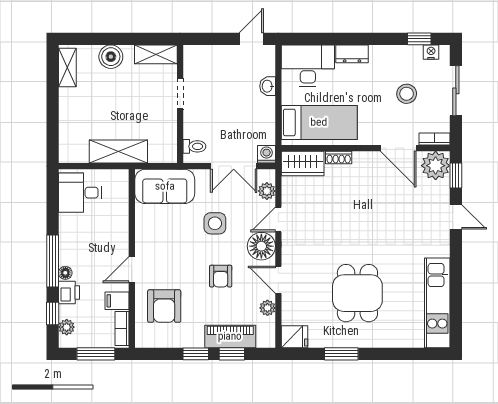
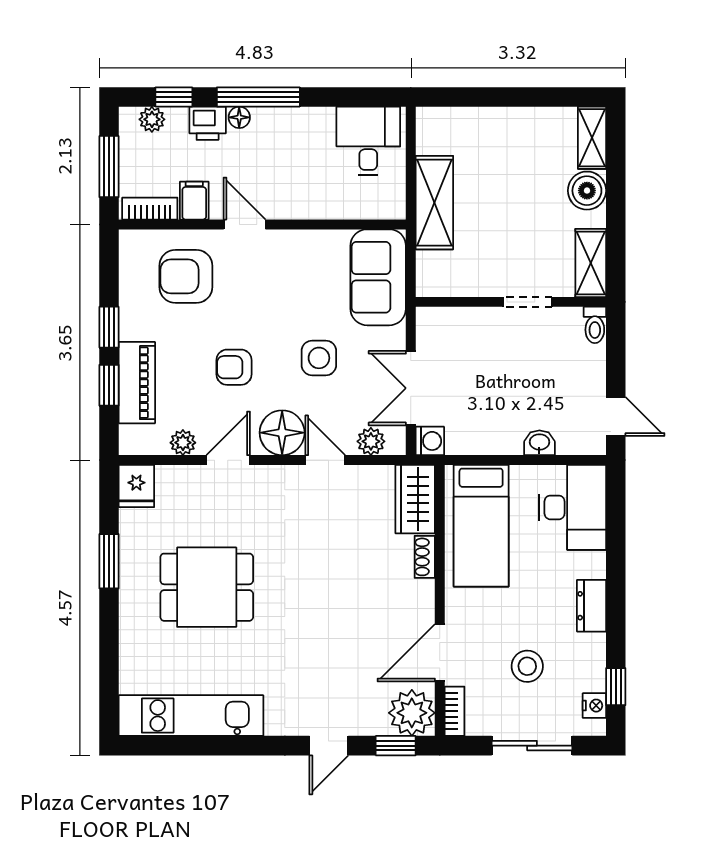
dresser: (352, 54) -> (591, 606), moved
shelving: (67, 68) -> (592, 138), moved, turned 90
toilet: (194, 146) -> (595, 325), moved

